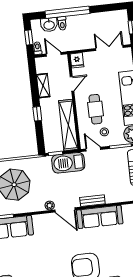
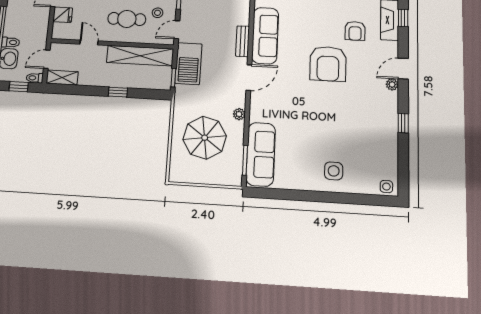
fridge: (77, 60) -> (63, 15), moved
shelving: (43, 86) -> (62, 78), moved
plant: (50, 206) -> (239, 114), moved

